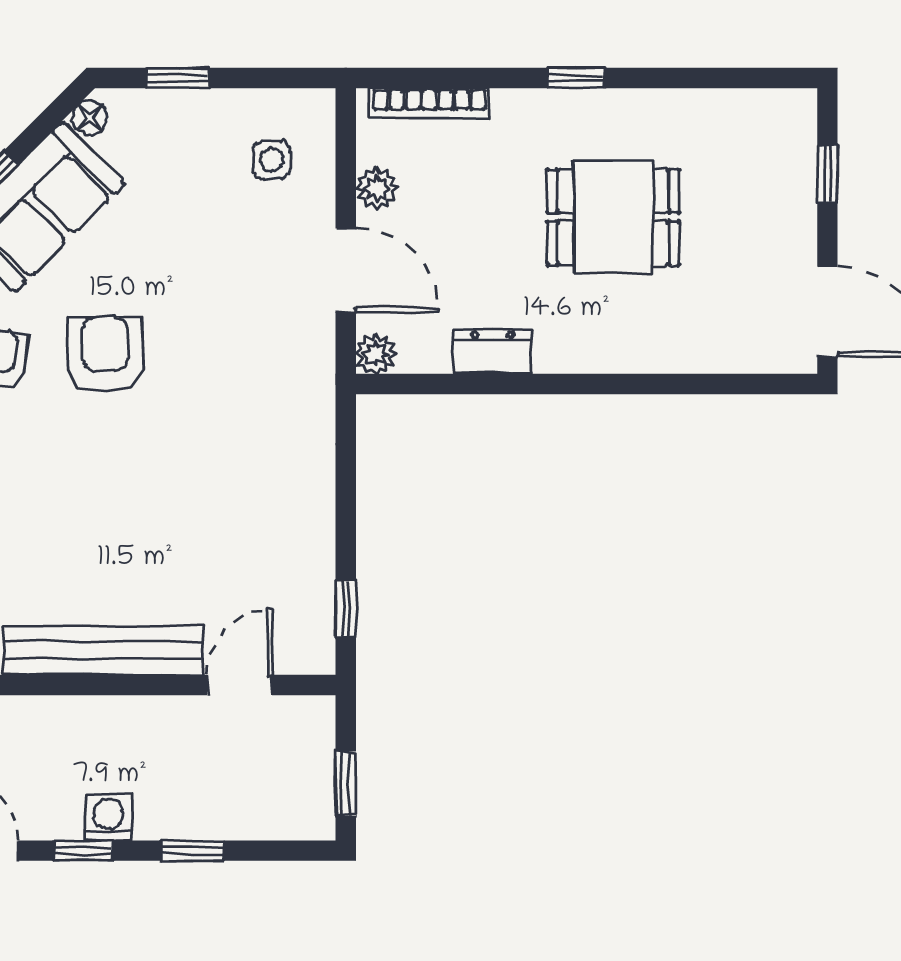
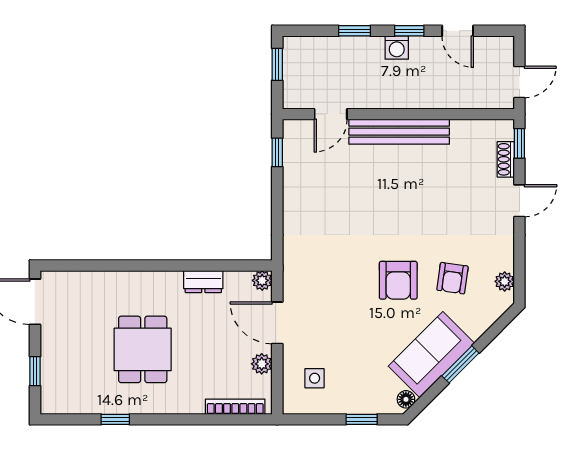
window: (576, 78) -> (115, 419), moved
dining table: (613, 217) -> (143, 349), turned 90

